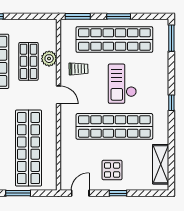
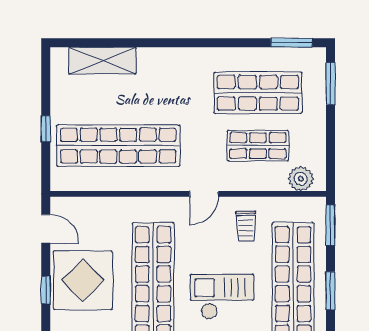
plant: (49, 59) -> (301, 179), moved
display table: (112, 170) -> (83, 280), width x1.86, depth x1.86
window: (18, 193) -> (46, 129), width x0.67

